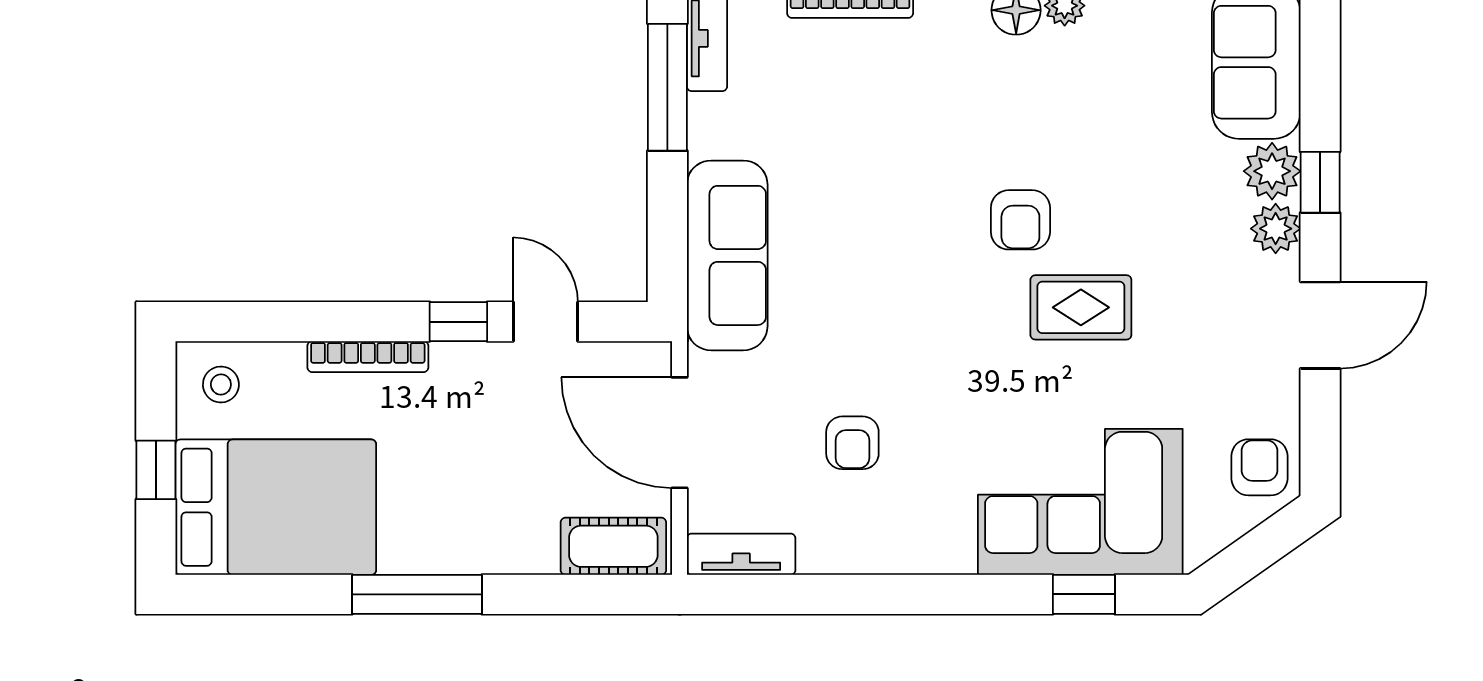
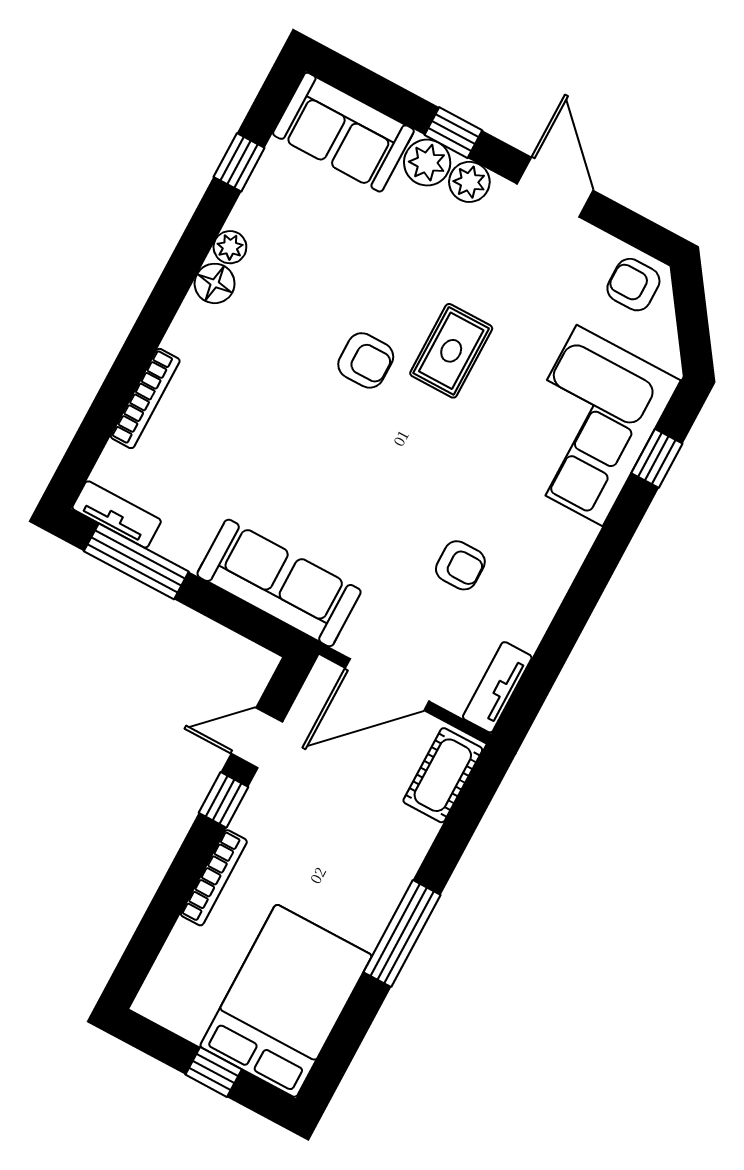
stool: (221, 385) -> (178, 993), removed

